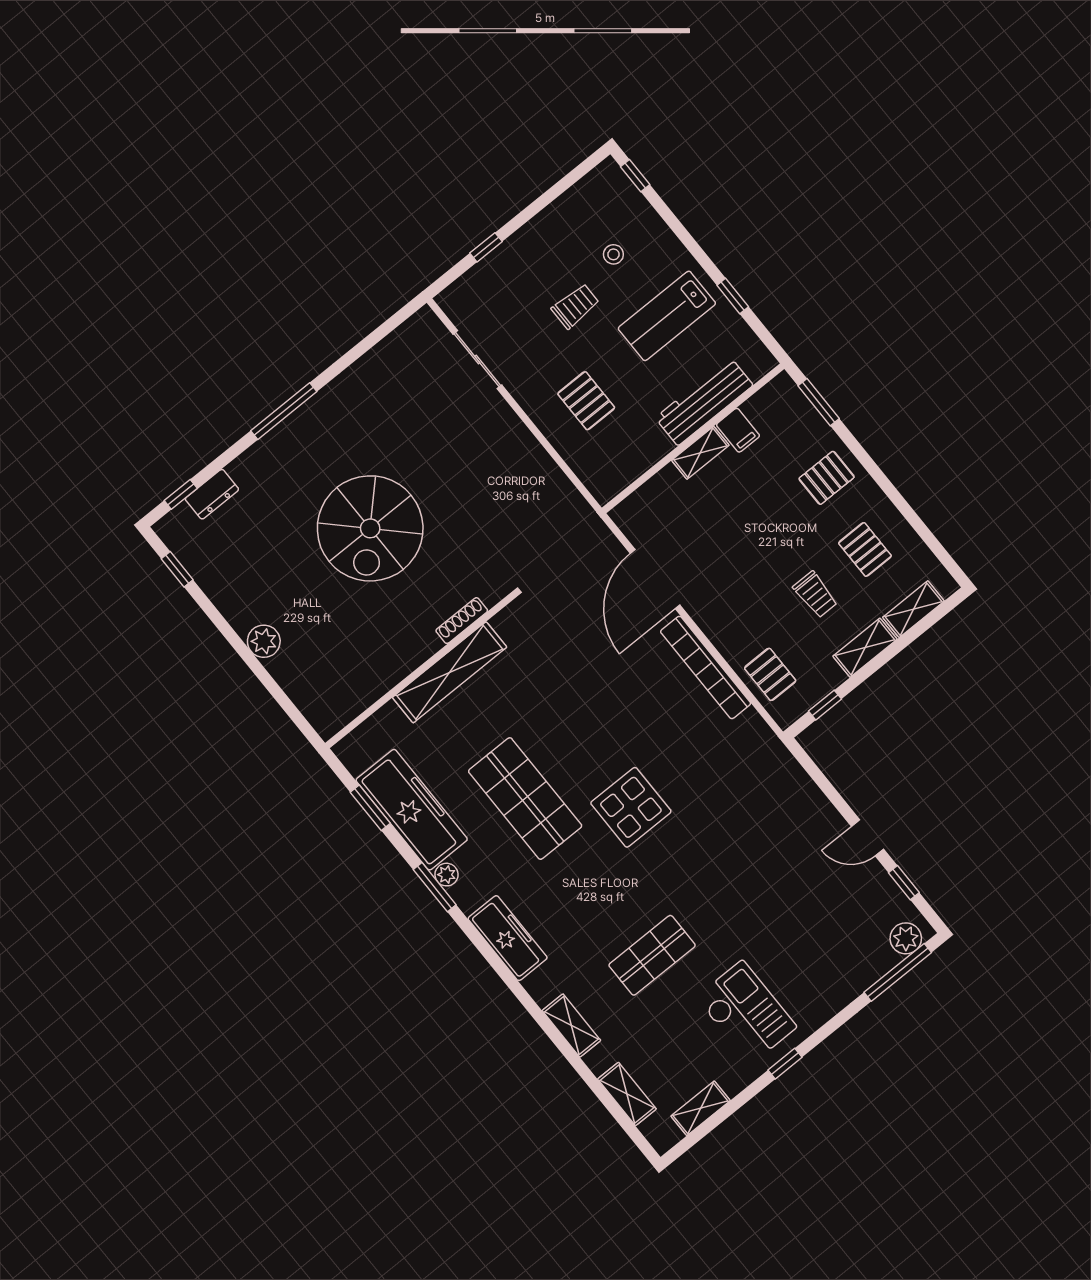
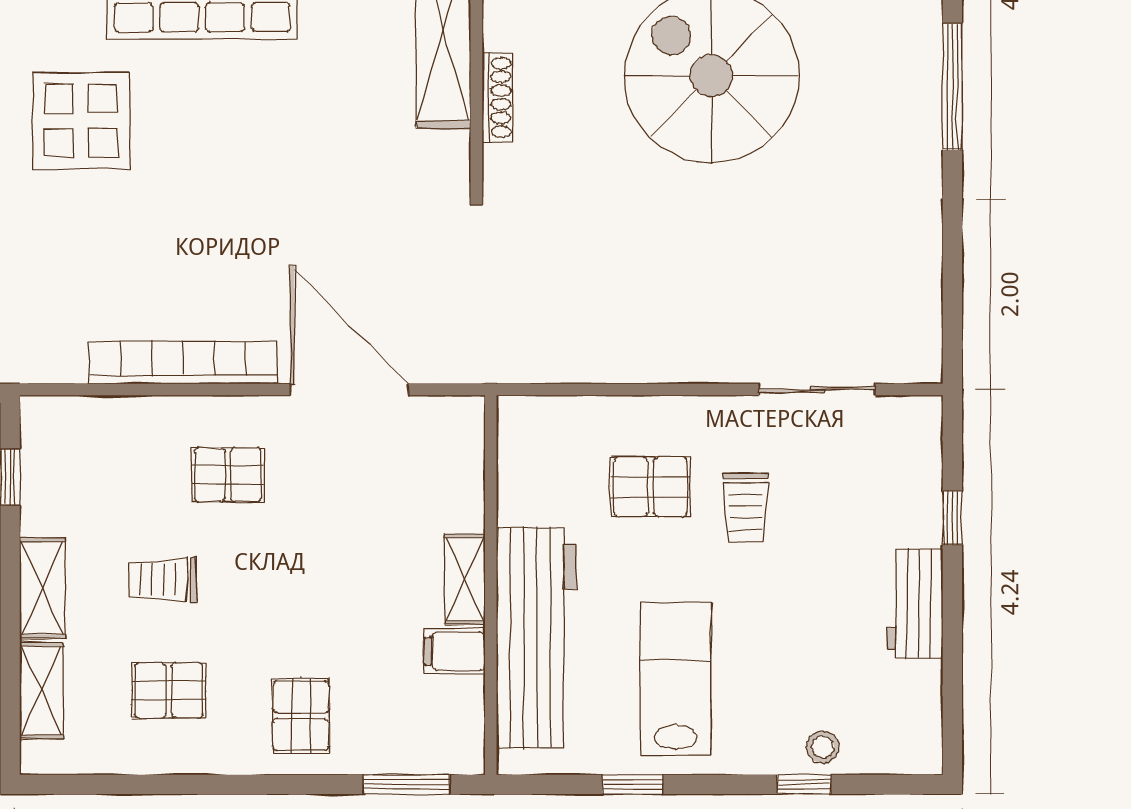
window: (635, 176) -> (804, 784), moved
workbench: (541, 232) -> (915, 603), added
stool: (613, 254) -> (823, 747), moved
trolley: (575, 306) -> (746, 507), moved
workbench: (704, 401) -> (537, 638), width x1.36, depth x1.32
pallet: (770, 674) -> (228, 475), moved

